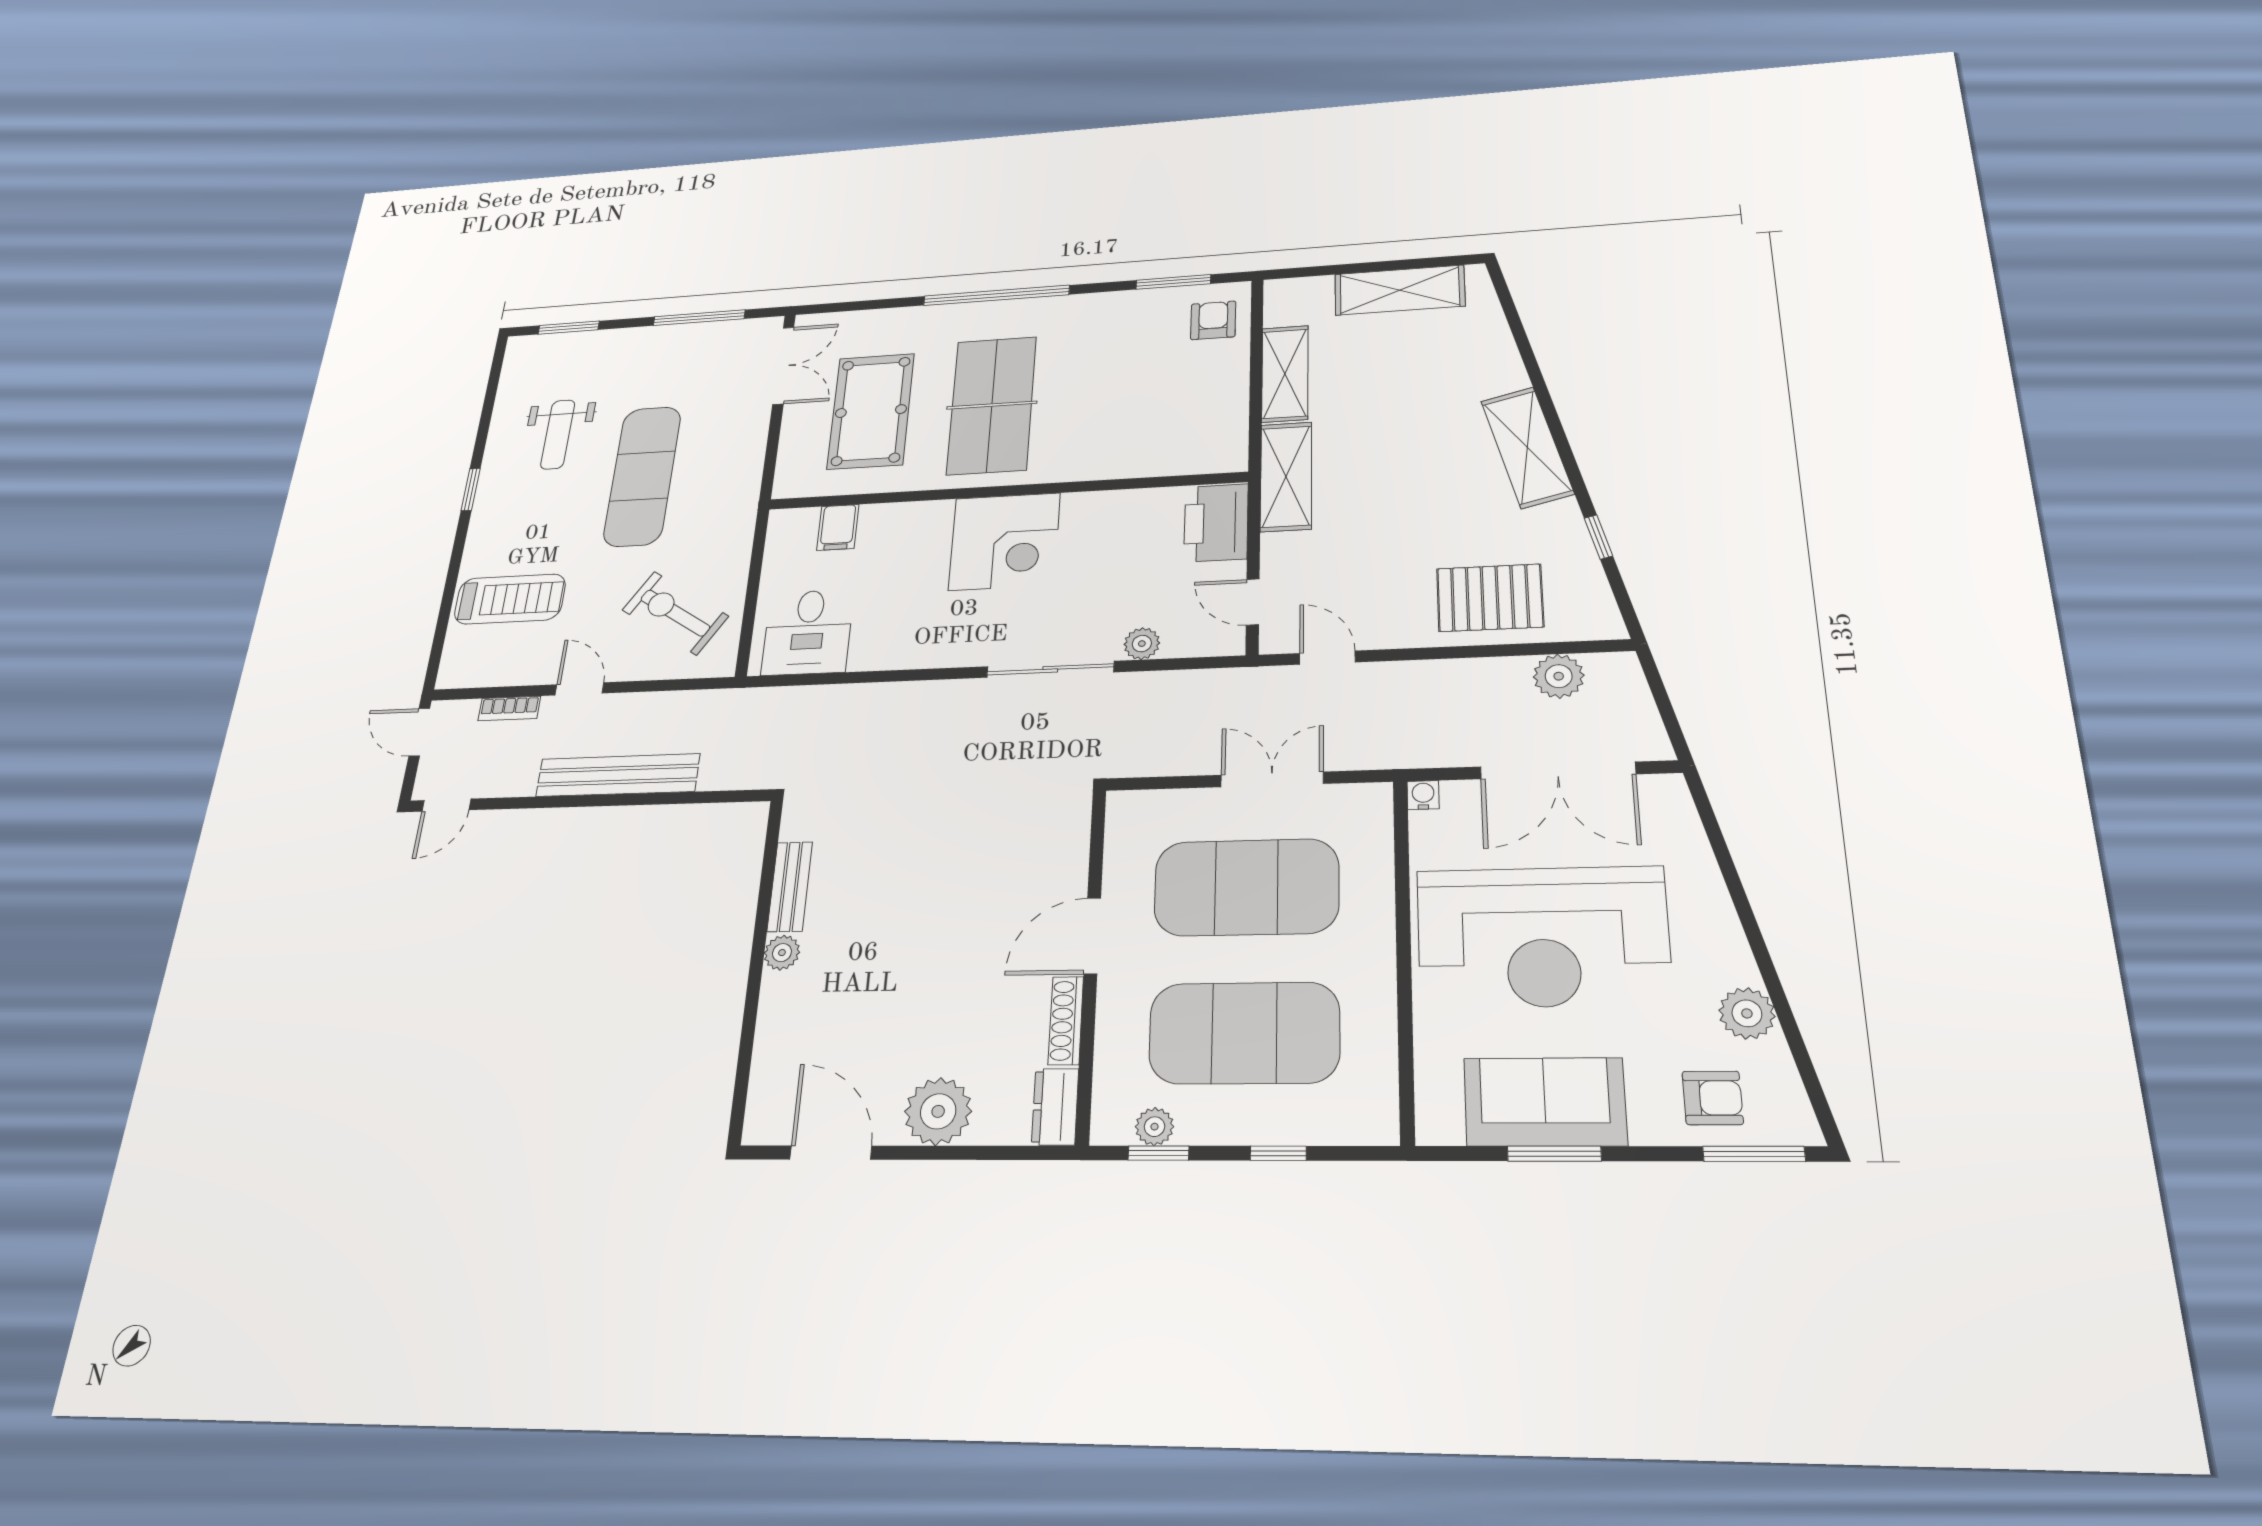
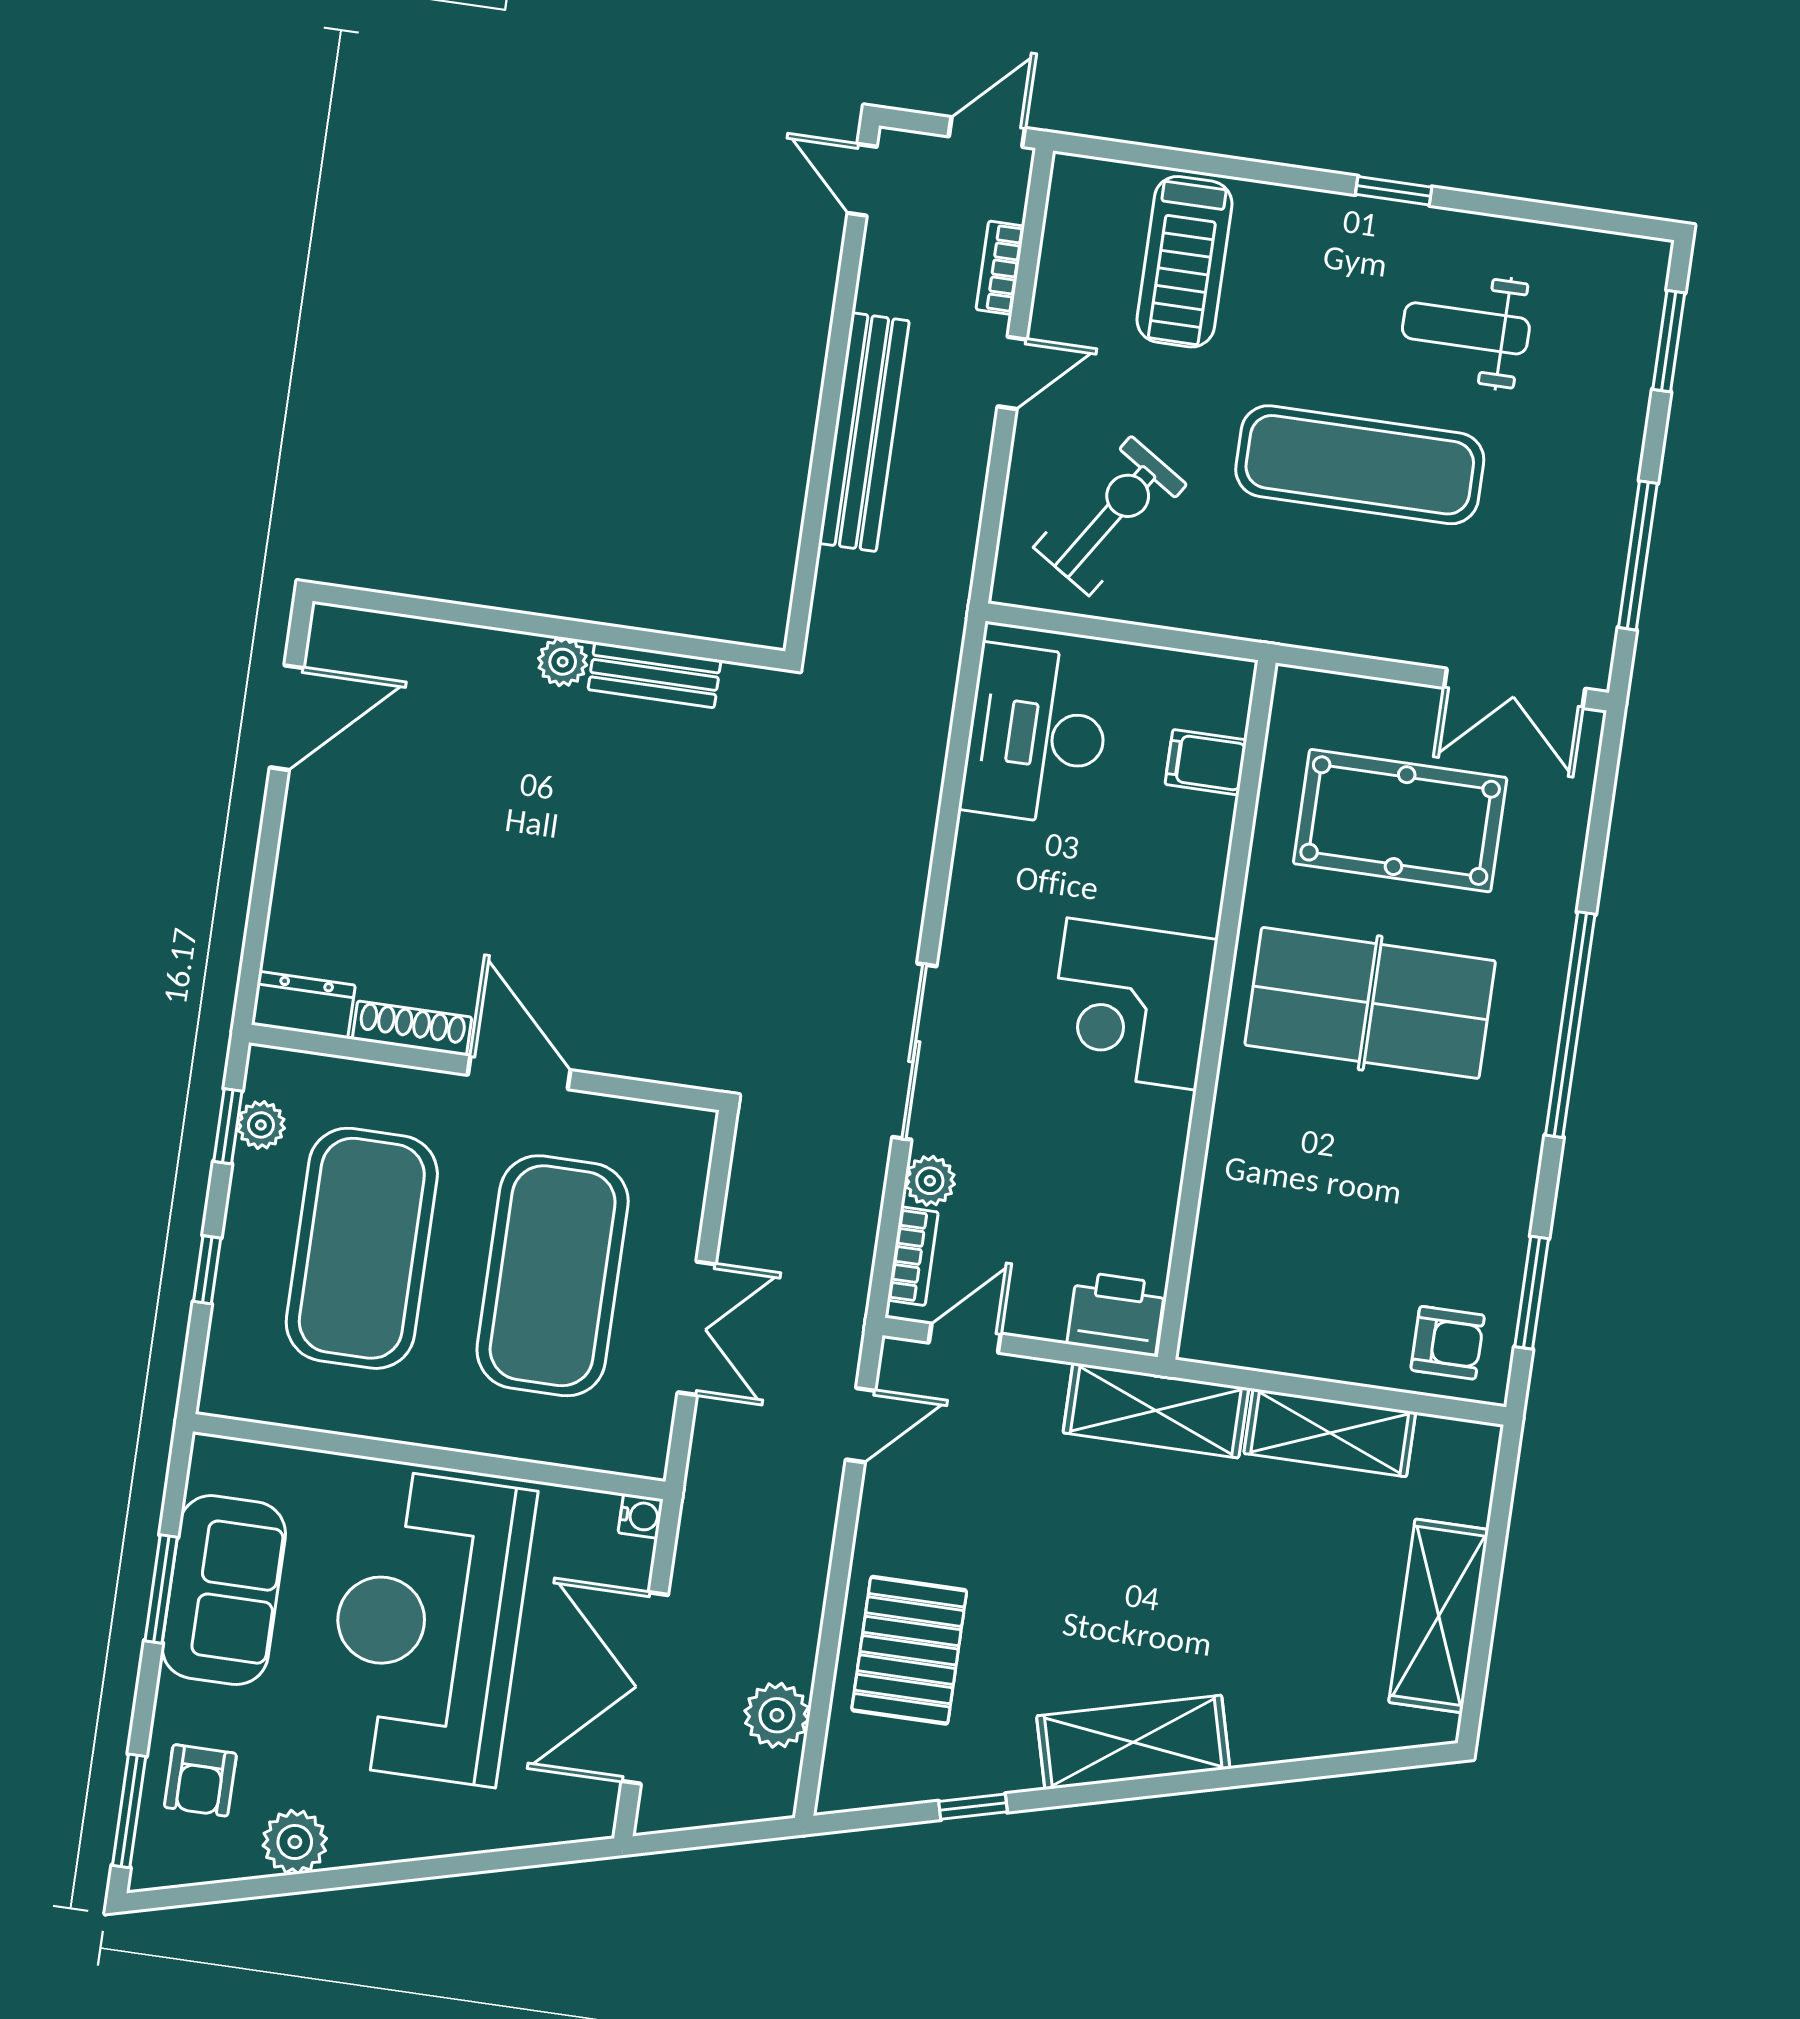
printer: (1216, 523) -> (1116, 1314), width x0.73, depth x0.84
desk: (808, 632) -> (1036, 735), width x1.37
bookcase: (1198, 645) -> (913, 1256), added
plant: (938, 1111) -> (319, 857), removed

